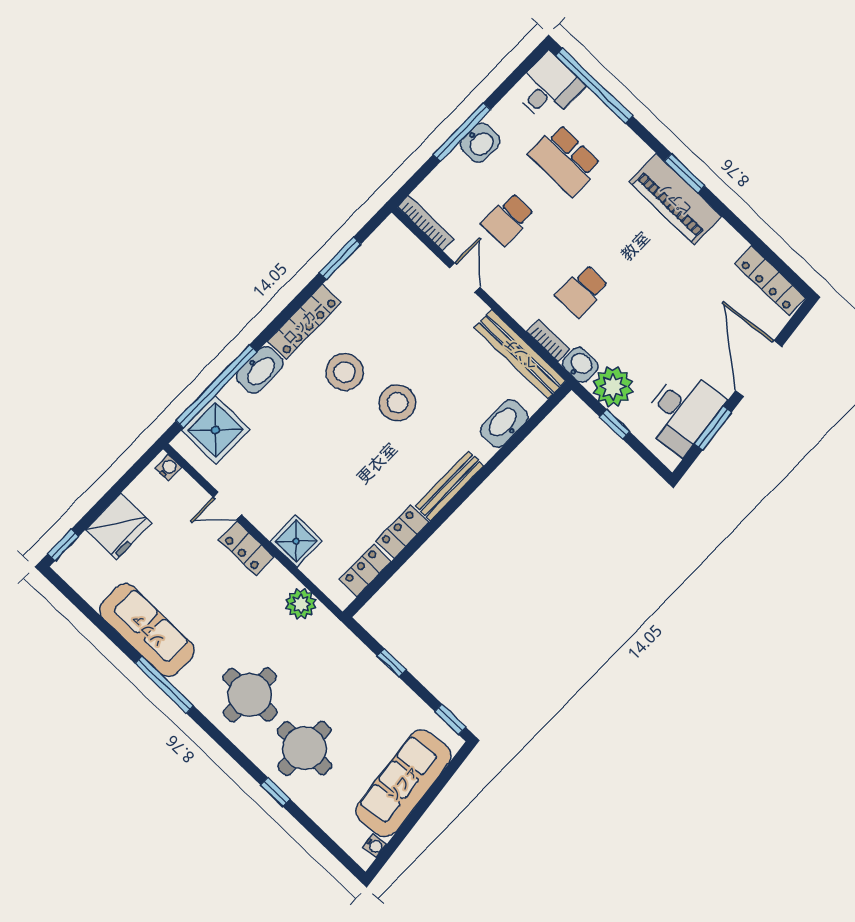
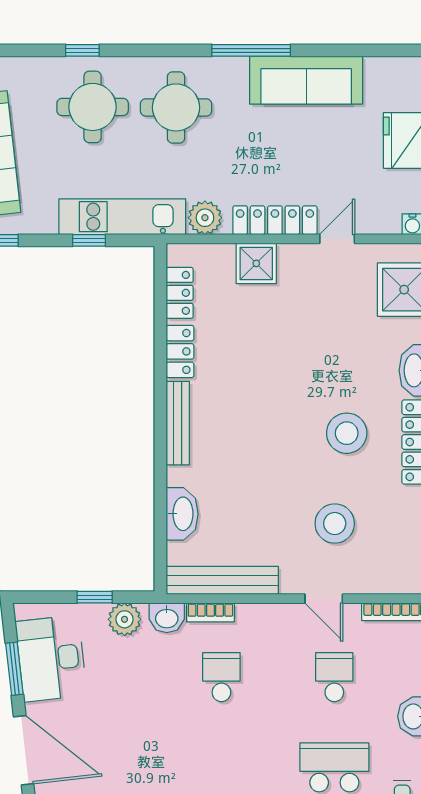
plant: (613, 387) -> (125, 619), width x0.73, depth x0.73
stool: (397, 403) -> (335, 524), moved
locker: (246, 548) -> (275, 220), width x1.53
kitchen unit: (355, 657) -> (122, 217), added

